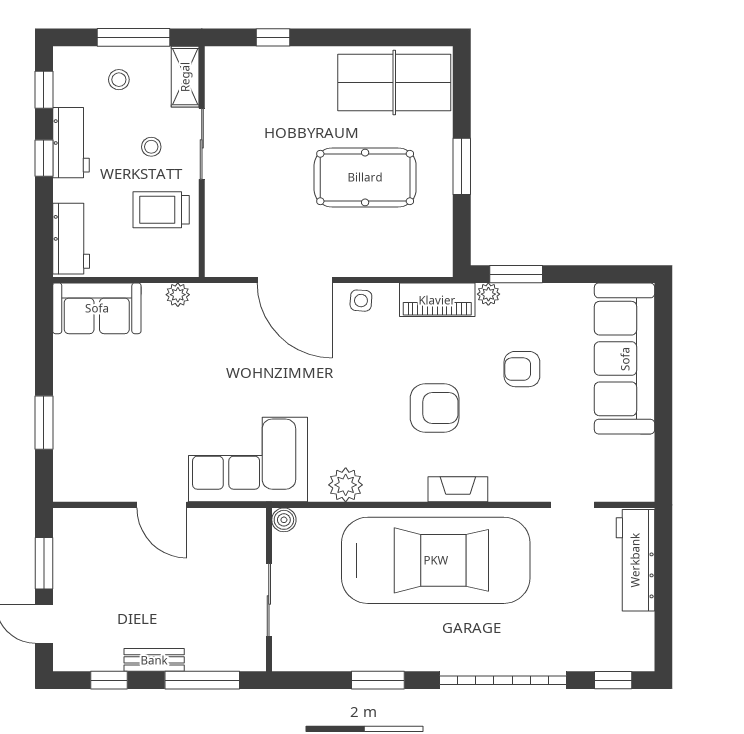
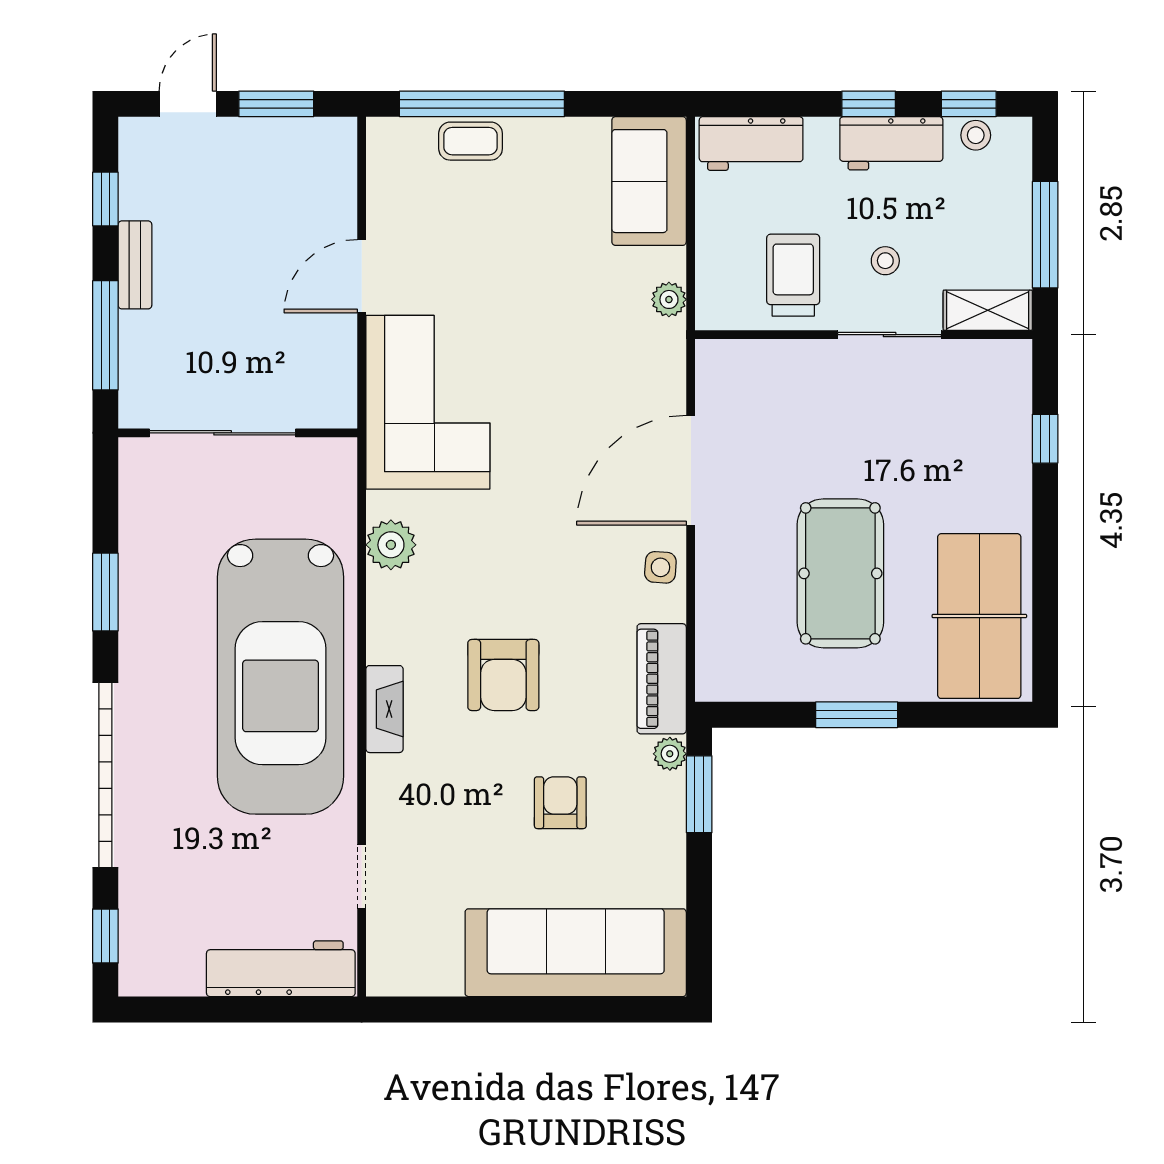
stool: (119, 80) -> (976, 135), moved
window: (44, 423) -> (482, 104), width x2.11
coffee table: (69, 430) -> (471, 141), added
boiler: (284, 520) -> (340, 455), removed
sliding door: (269, 600) -> (223, 433), width x1.37

